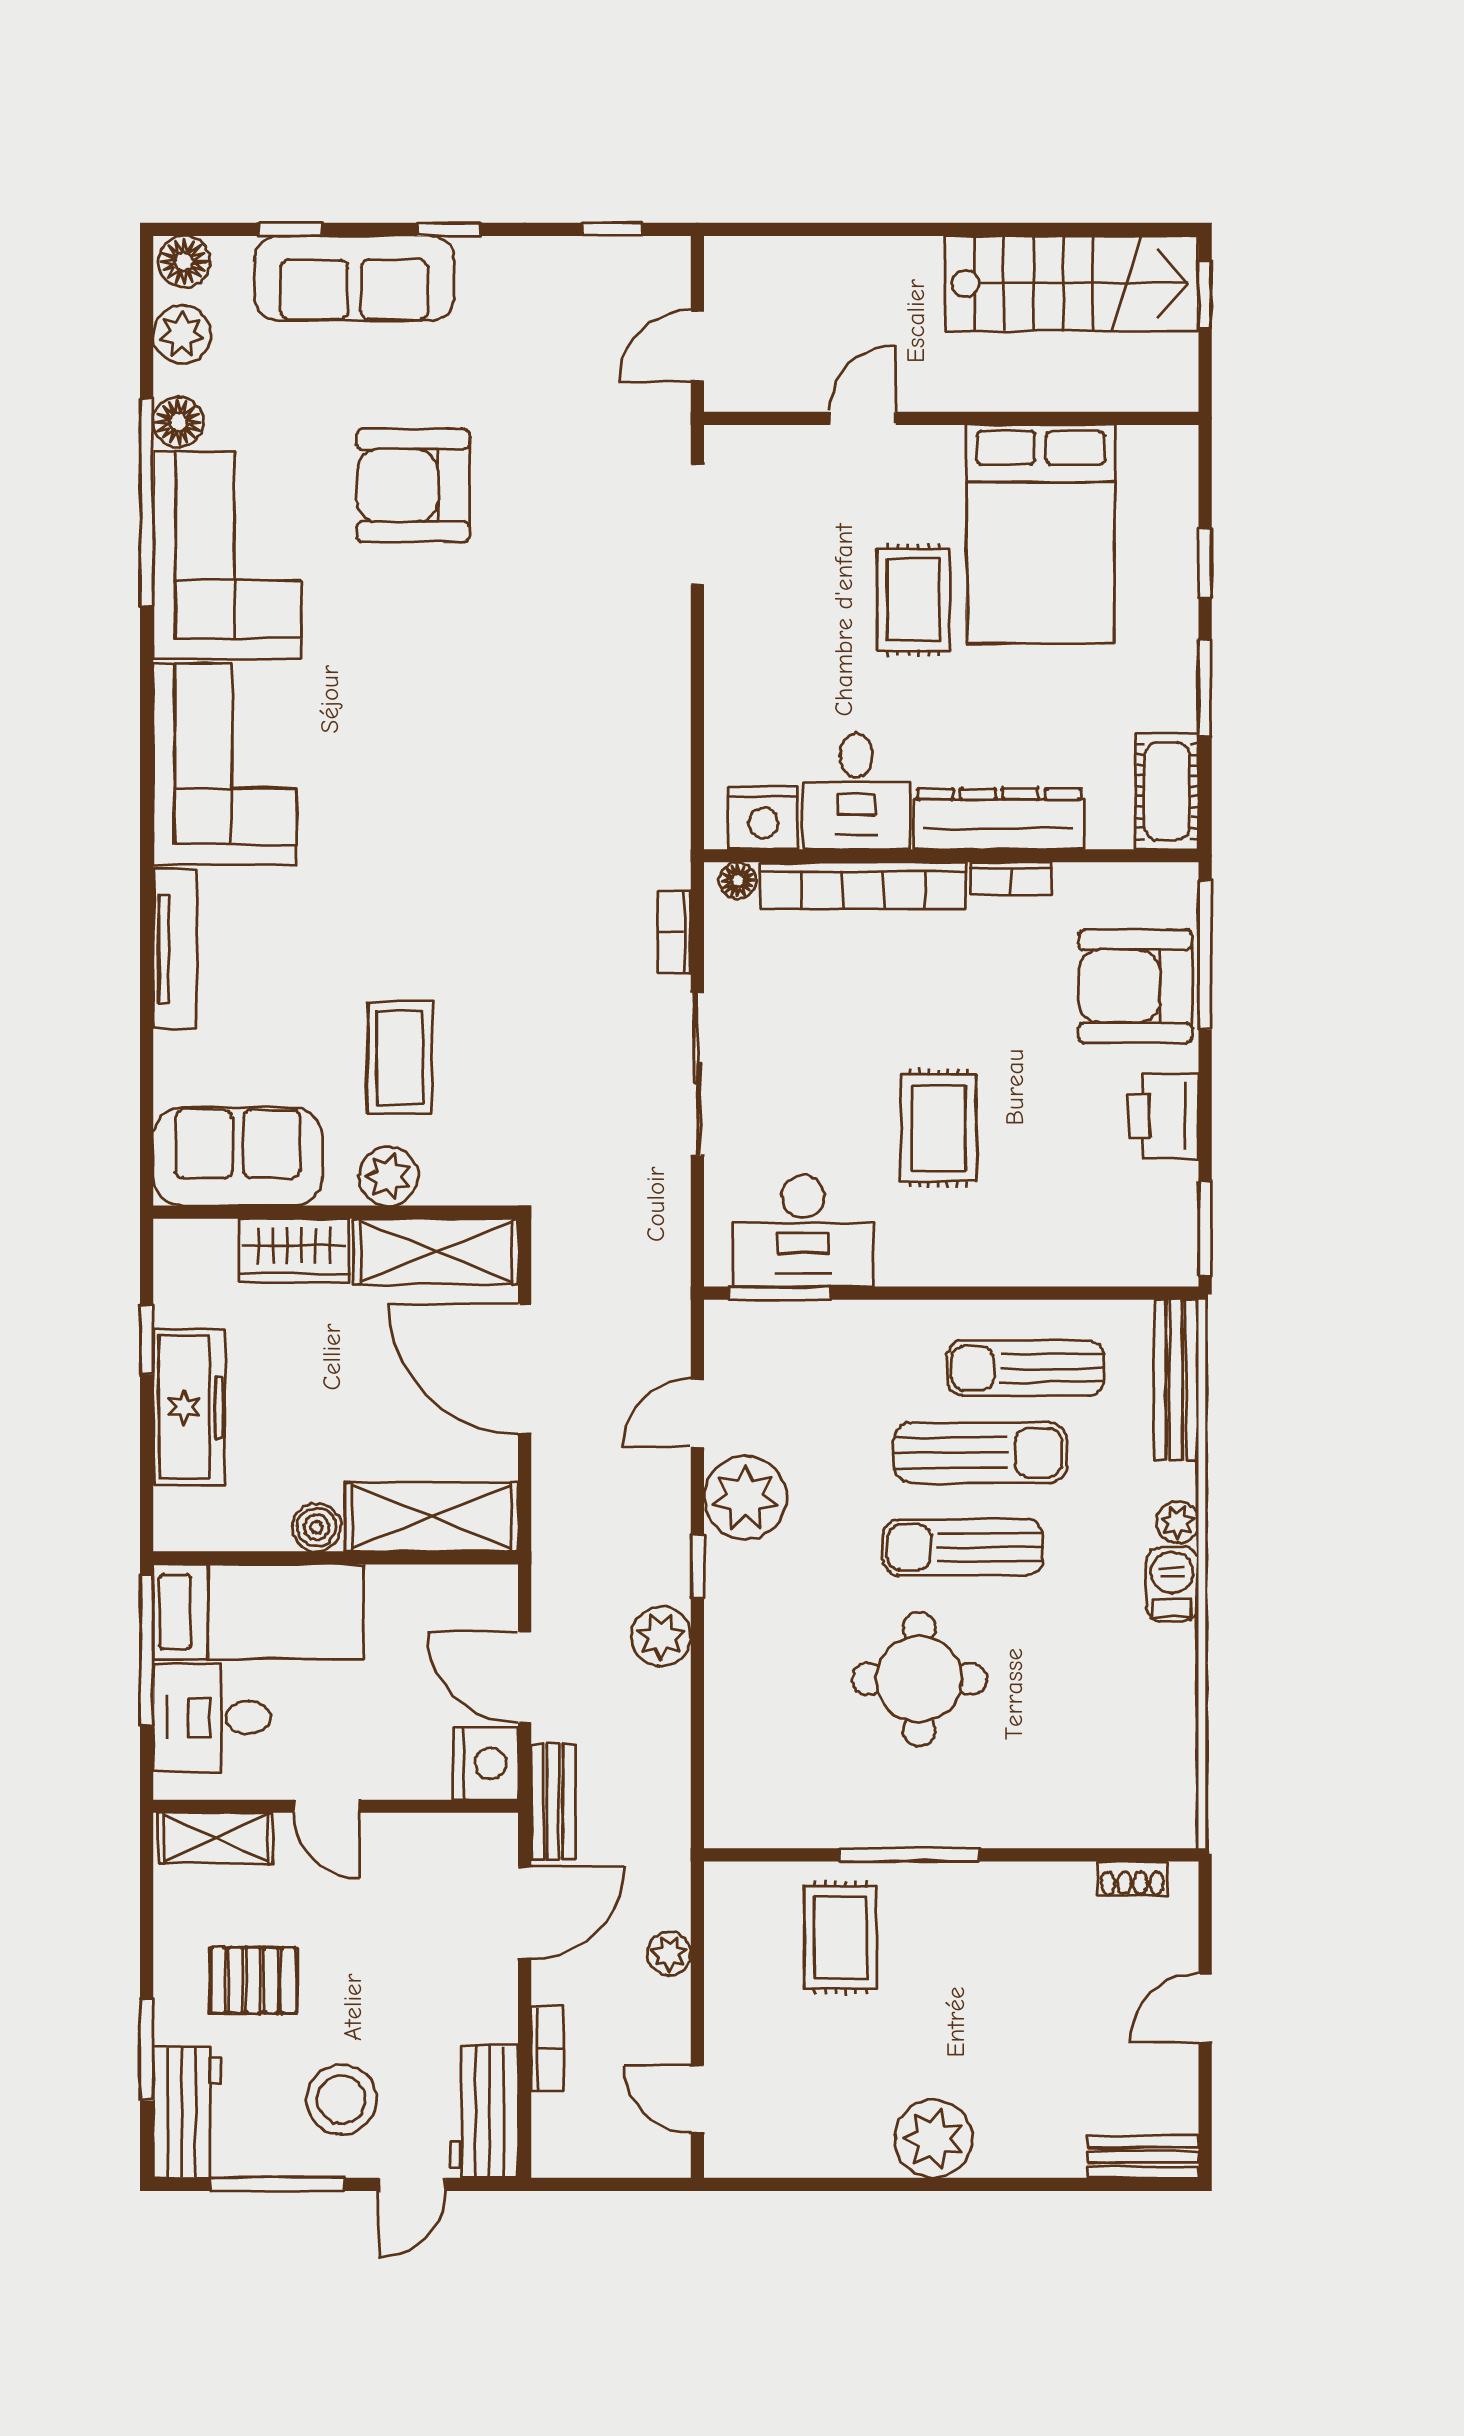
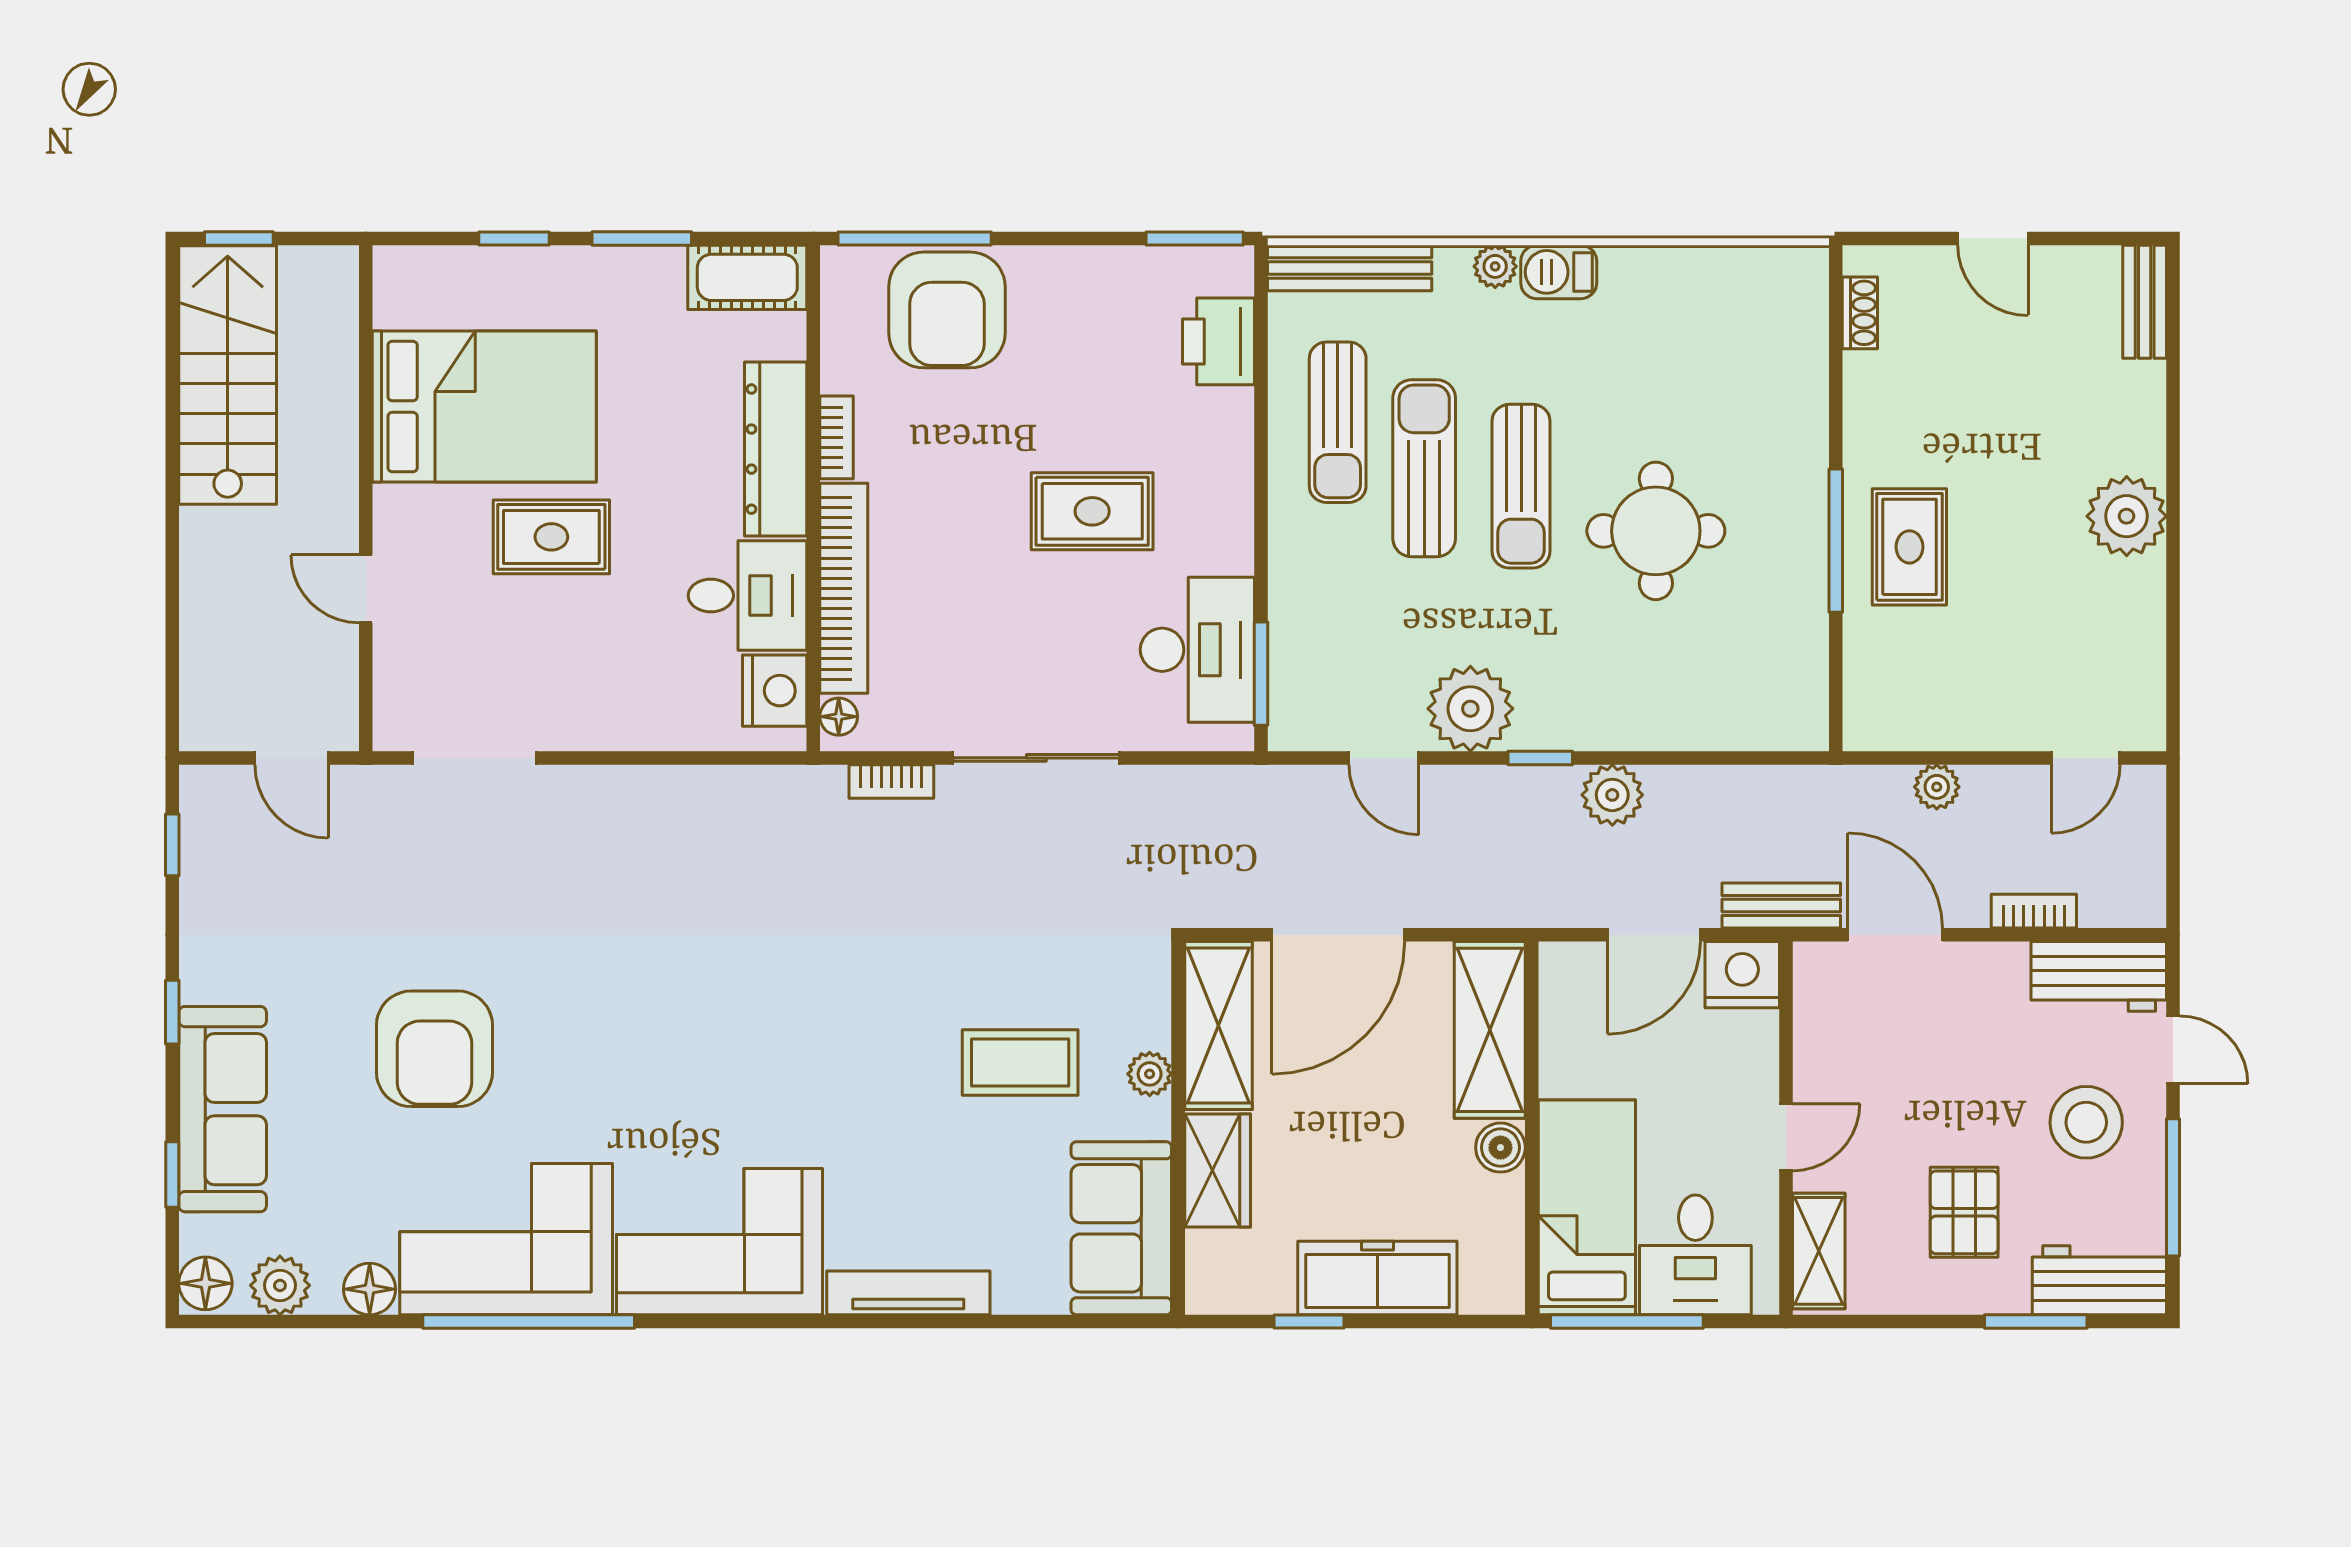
window: (147, 503) -> (529, 1322), moved
printer: (1163, 1116) -> (1218, 341), moved, turned 90
plant: (389, 1176) -> (1150, 1074), width x0.73, depth x0.73
rug: (840, 1937) -> (1909, 547), moved, turned 90

